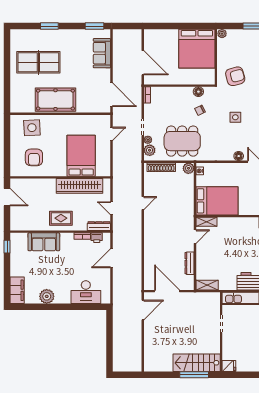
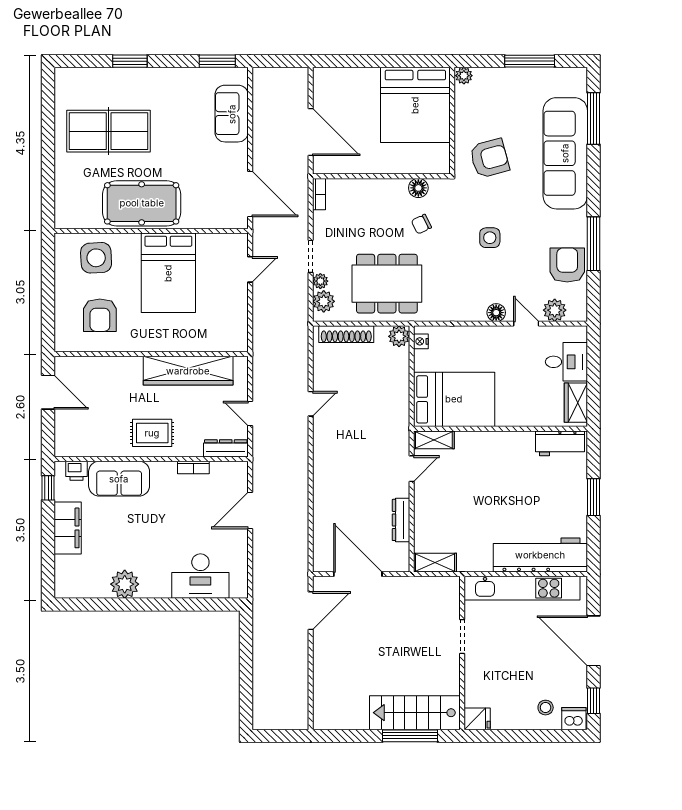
bed: (81, 156) -> (168, 273), moved, turned 180
printer: (97, 238) -> (76, 471), moved
filing cabinet: (17, 290) -> (68, 528), moved

